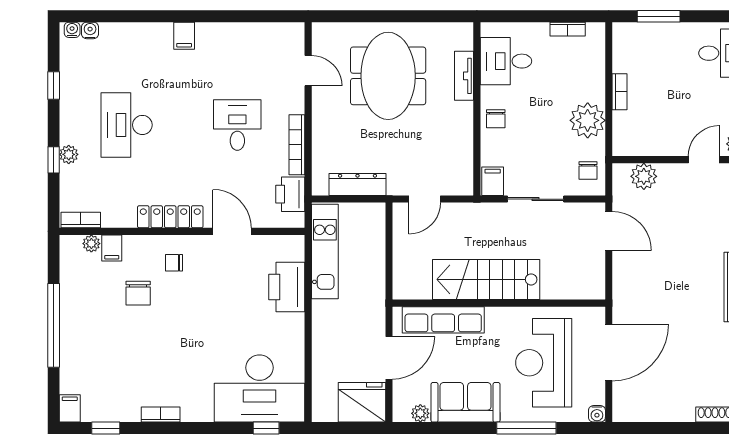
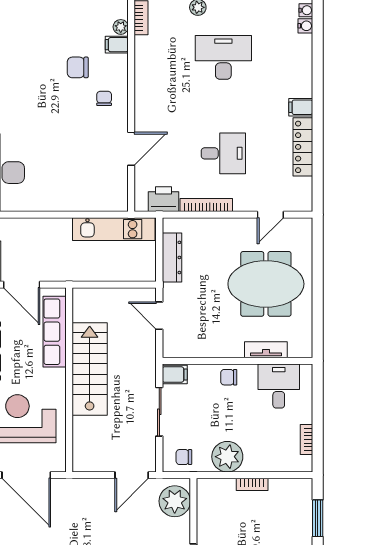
plant: (644, 176) -> (175, 501), width x1.36, depth x1.36
locker: (170, 217) -> (303, 147), moved, turned 180
printer: (287, 287) -> (83, 196), removed

